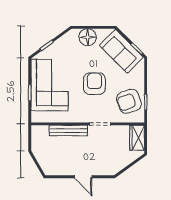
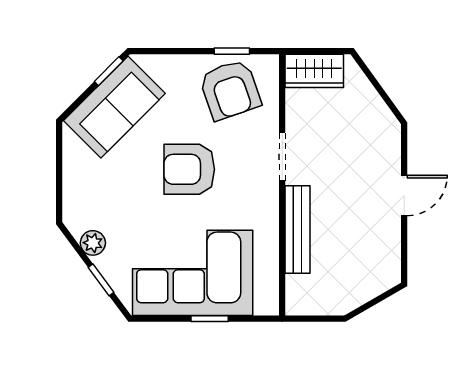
floor lamp: (88, 37) -> (82, 185), removed
plant: (63, 42) -> (93, 243), added

